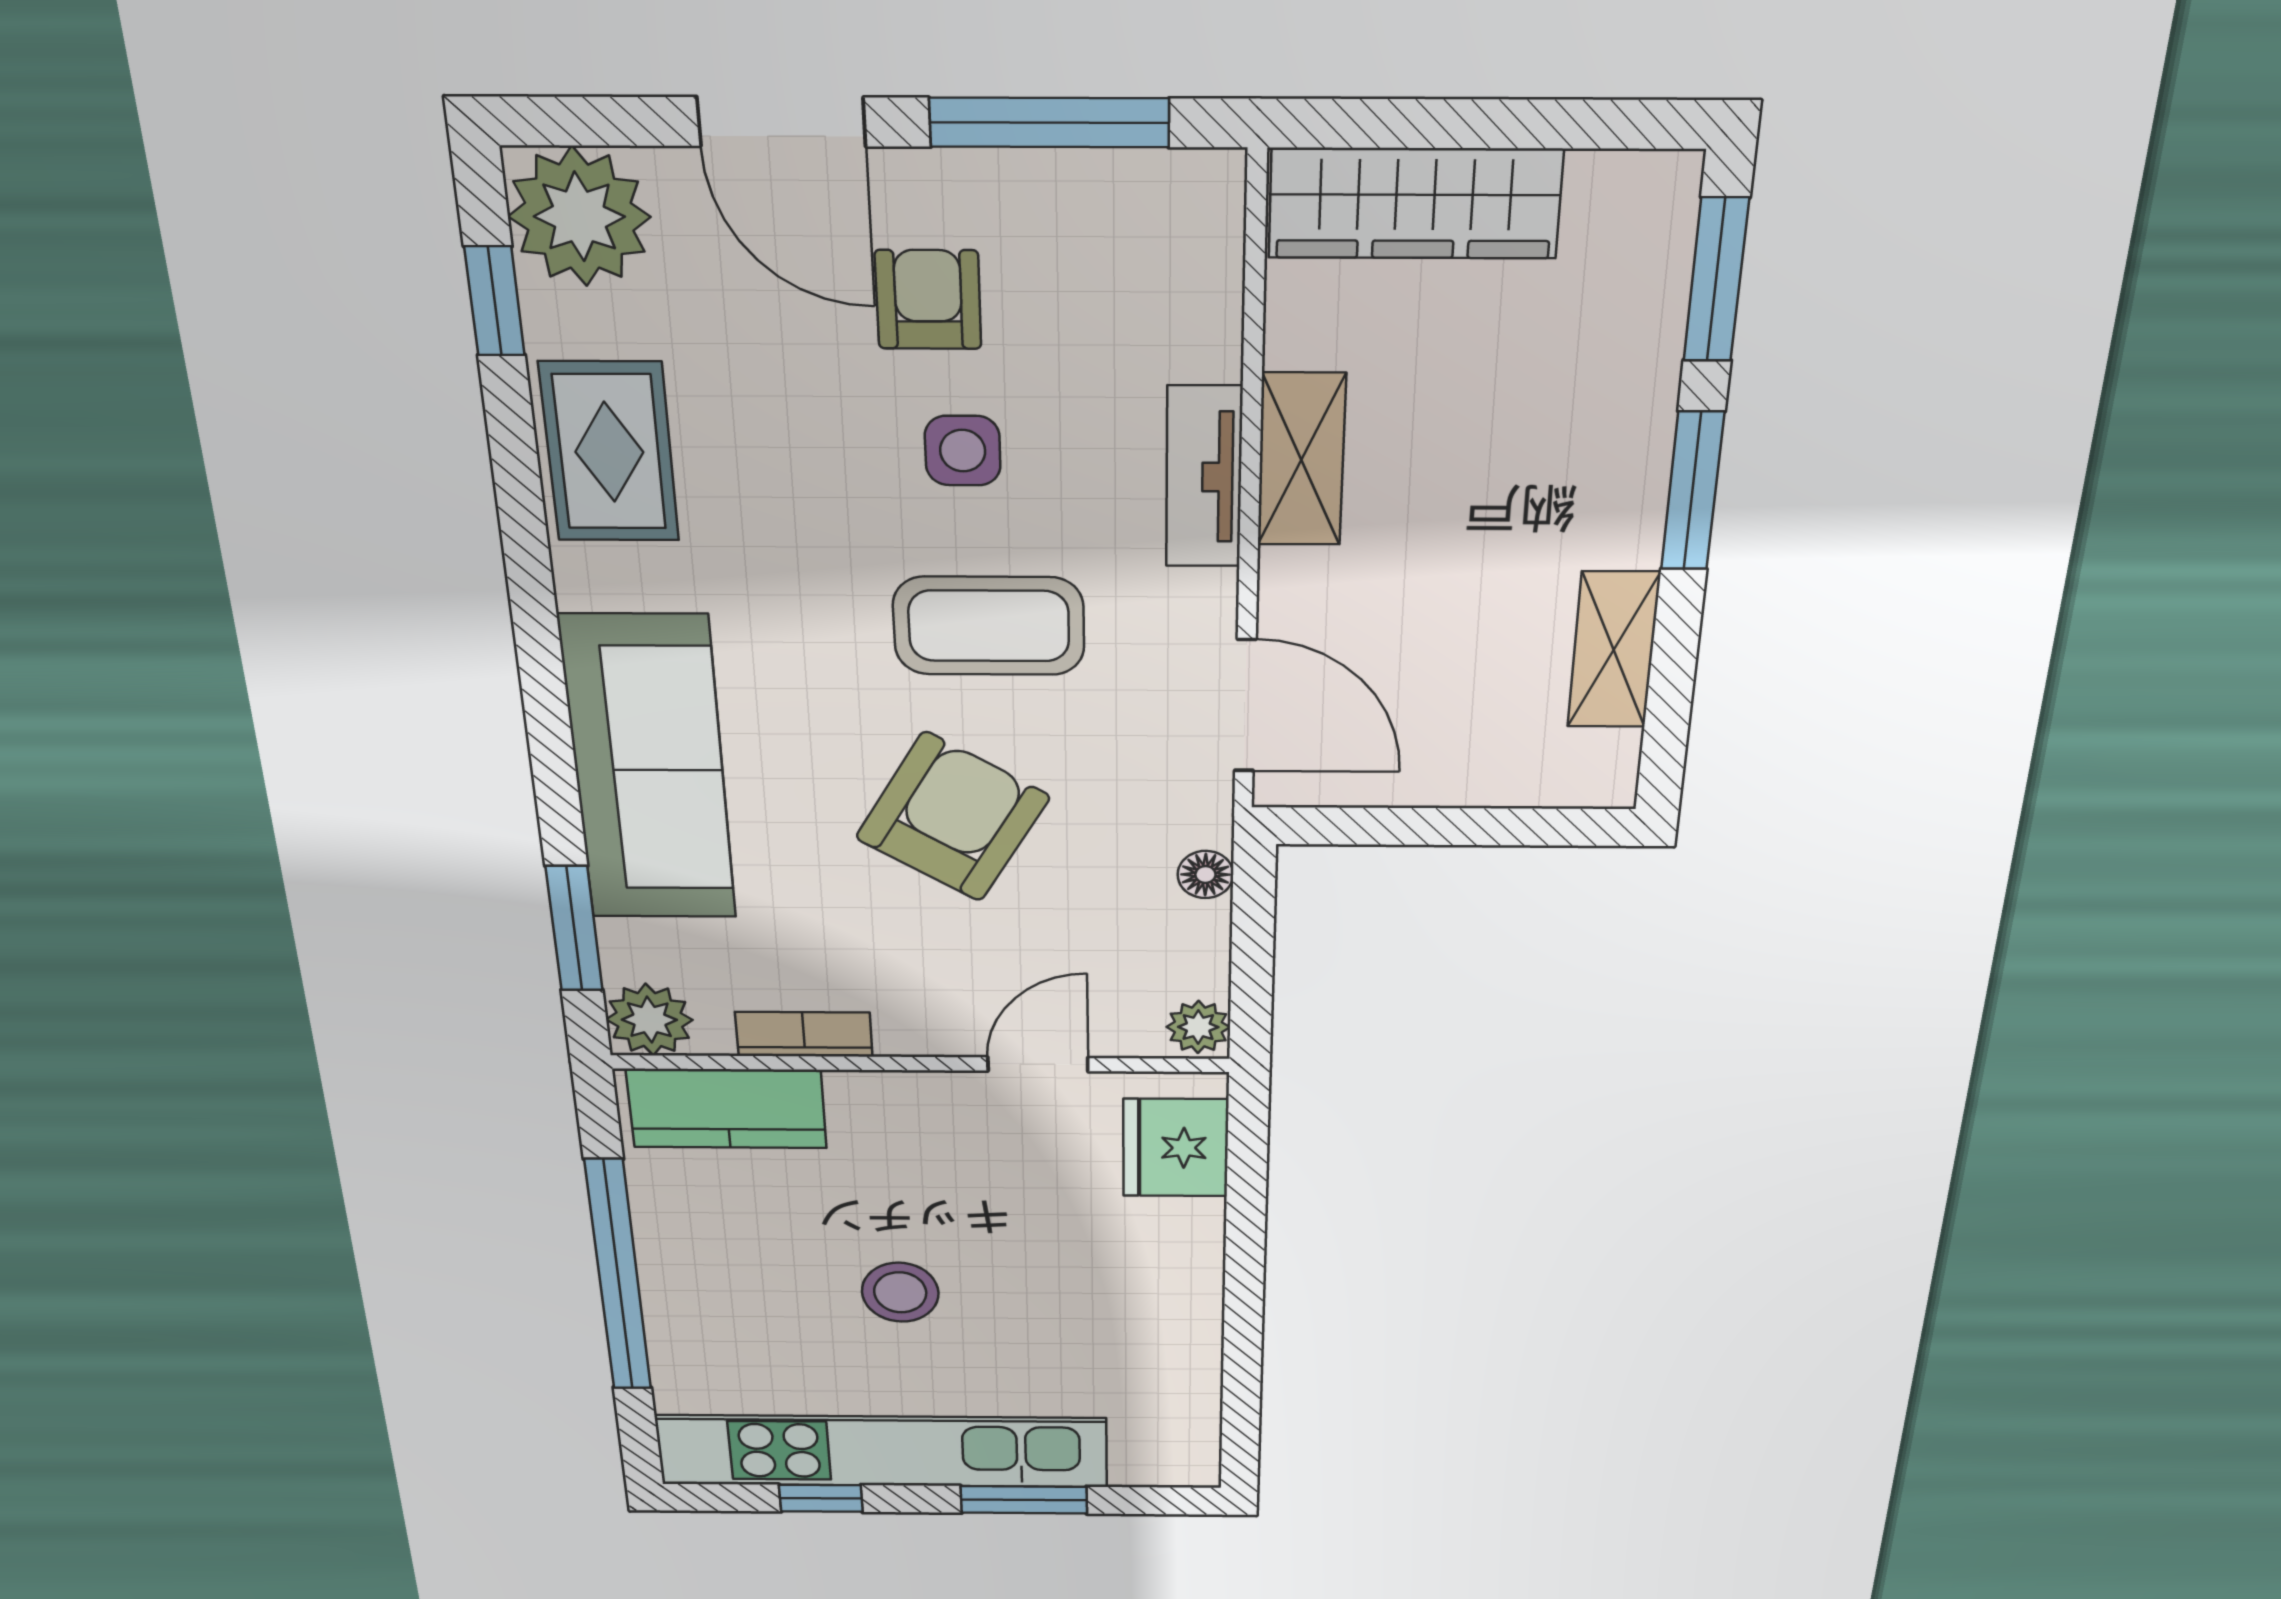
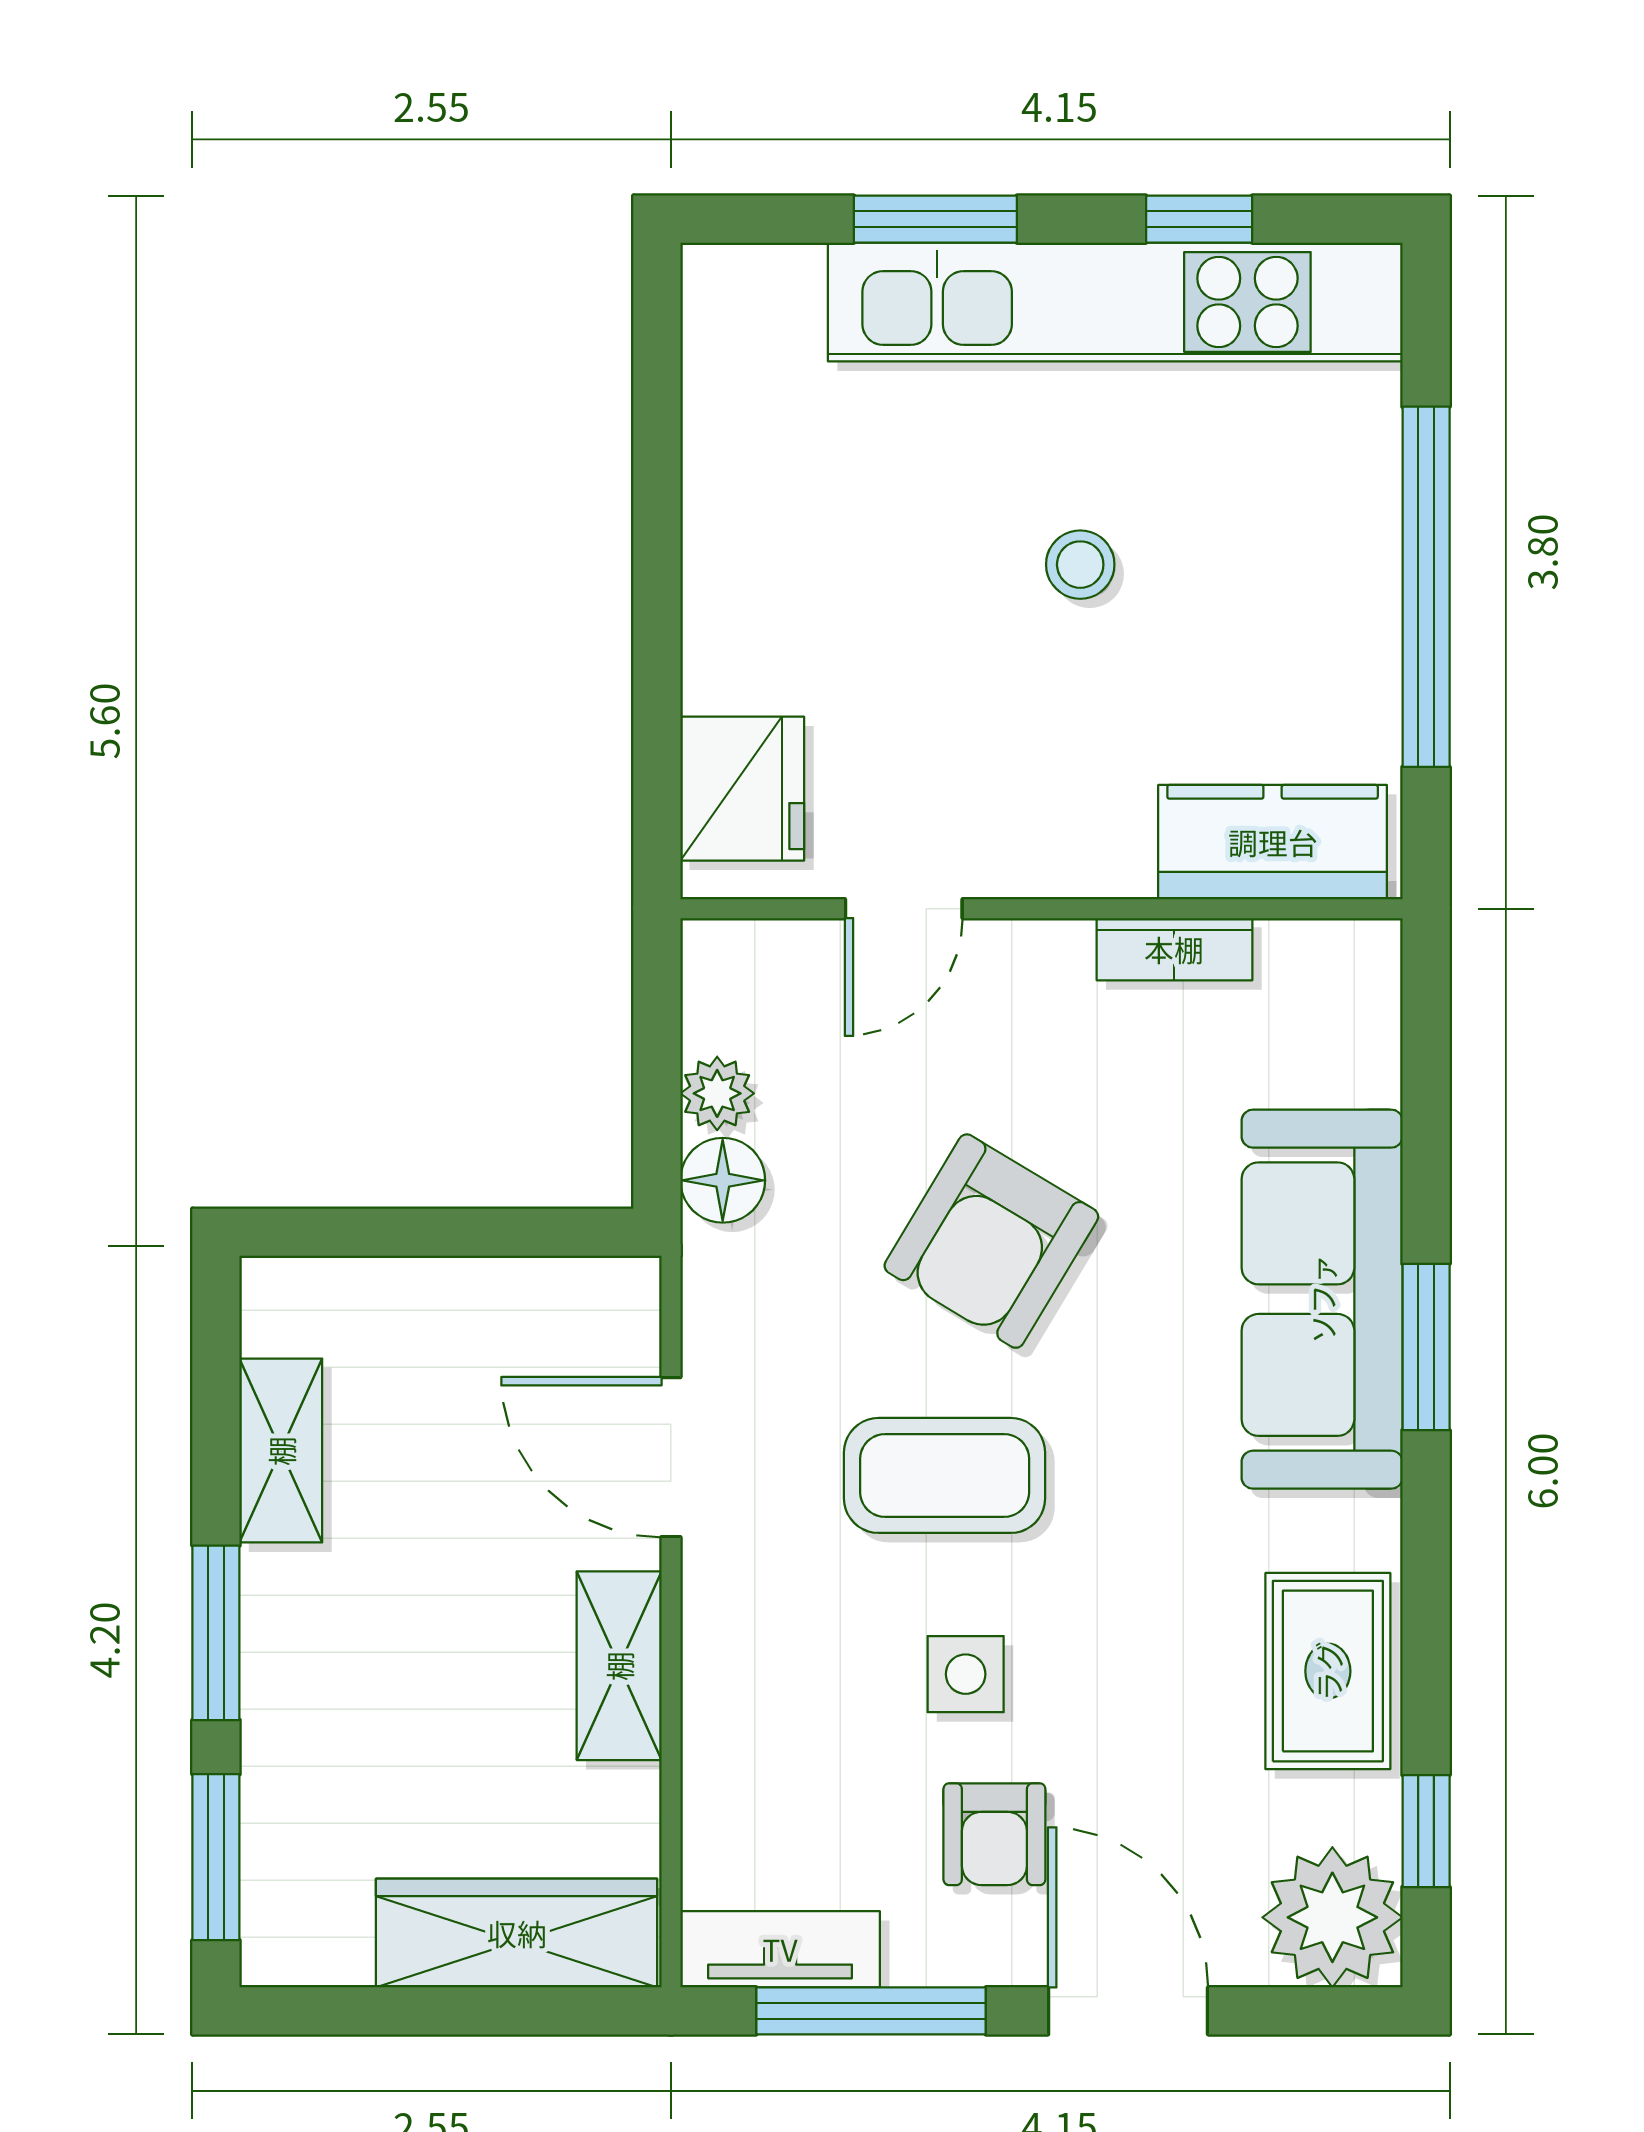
tv unit: (1204, 477) -> (780, 1949), moved, turned -90
door: (1245, 706) -> (671, 1457), moved
floor lamp: (1205, 875) -> (723, 1180), width x1.37, depth x1.37
window: (574, 929) -> (1426, 1347), moved
plant: (649, 1020) -> (1352, 968), removed
plant: (1198, 1027) -> (717, 1093), moved
stool: (900, 1292) -> (1080, 565), width x0.73, depth x0.73

